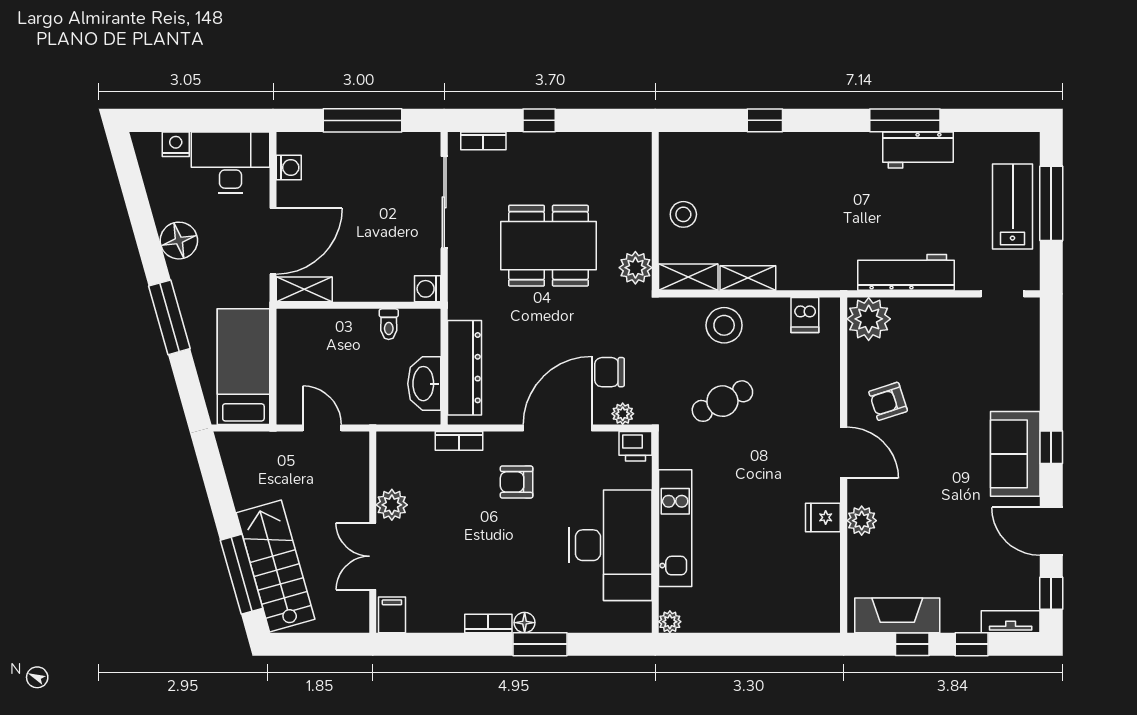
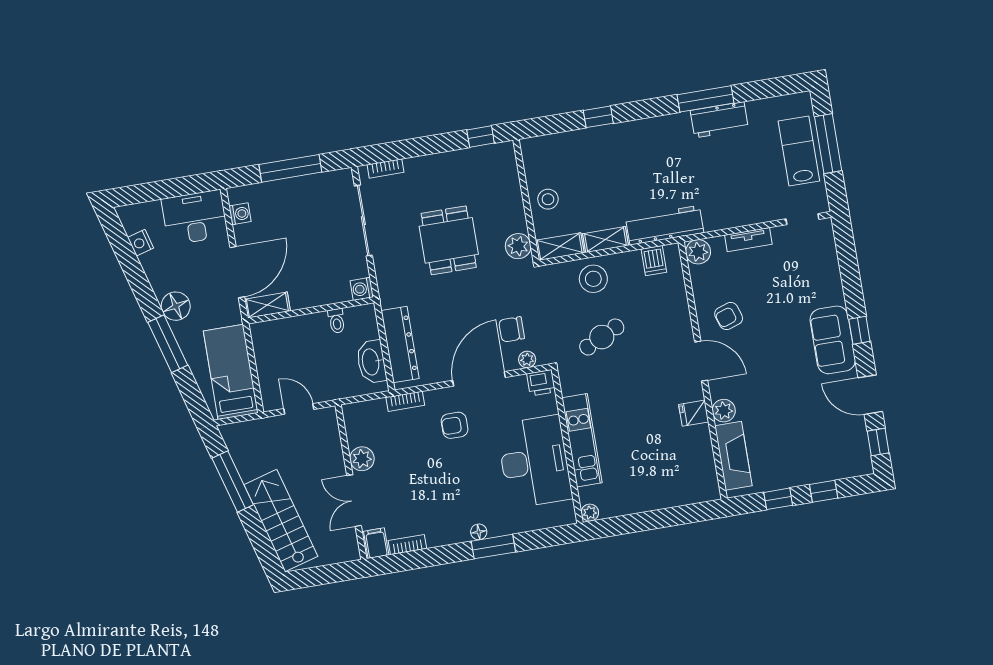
window: (539, 120) -> (481, 136), moved
nightstand: (176, 144) -> (141, 243), moved, turned -106
floor lamp: (179, 241) -> (176, 306), moved
dining table: (548, 246) -> (449, 240), width x0.73
workbench: (906, 272) -> (665, 225), moved
plant: (869, 319) -> (698, 252), width x0.73, depth x0.73
window: (242, 574) -> (233, 482), moved
fireplace: (897, 615) -> (733, 456), moved, turned 90
tv unit: (1011, 622) -> (748, 240), moved, turned 180
bookcase: (488, 623) -> (407, 545), moved

